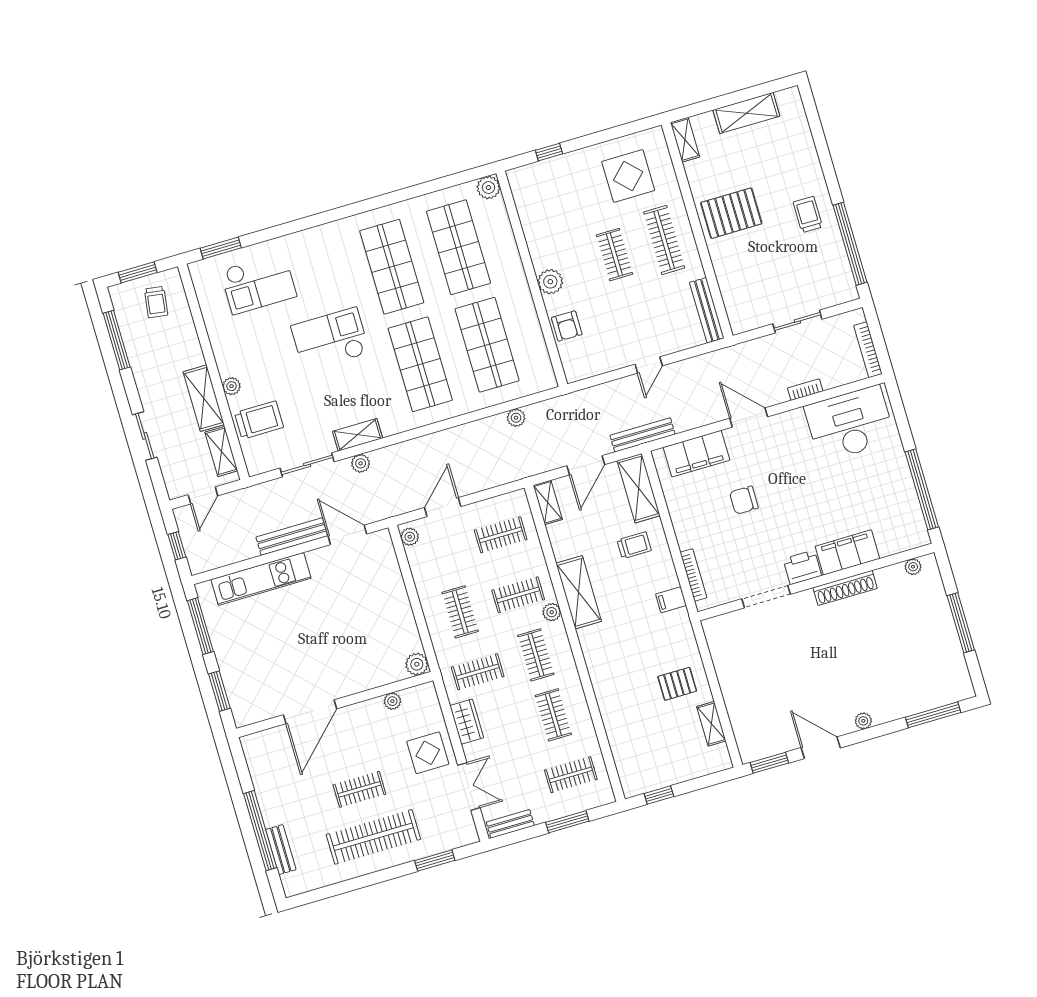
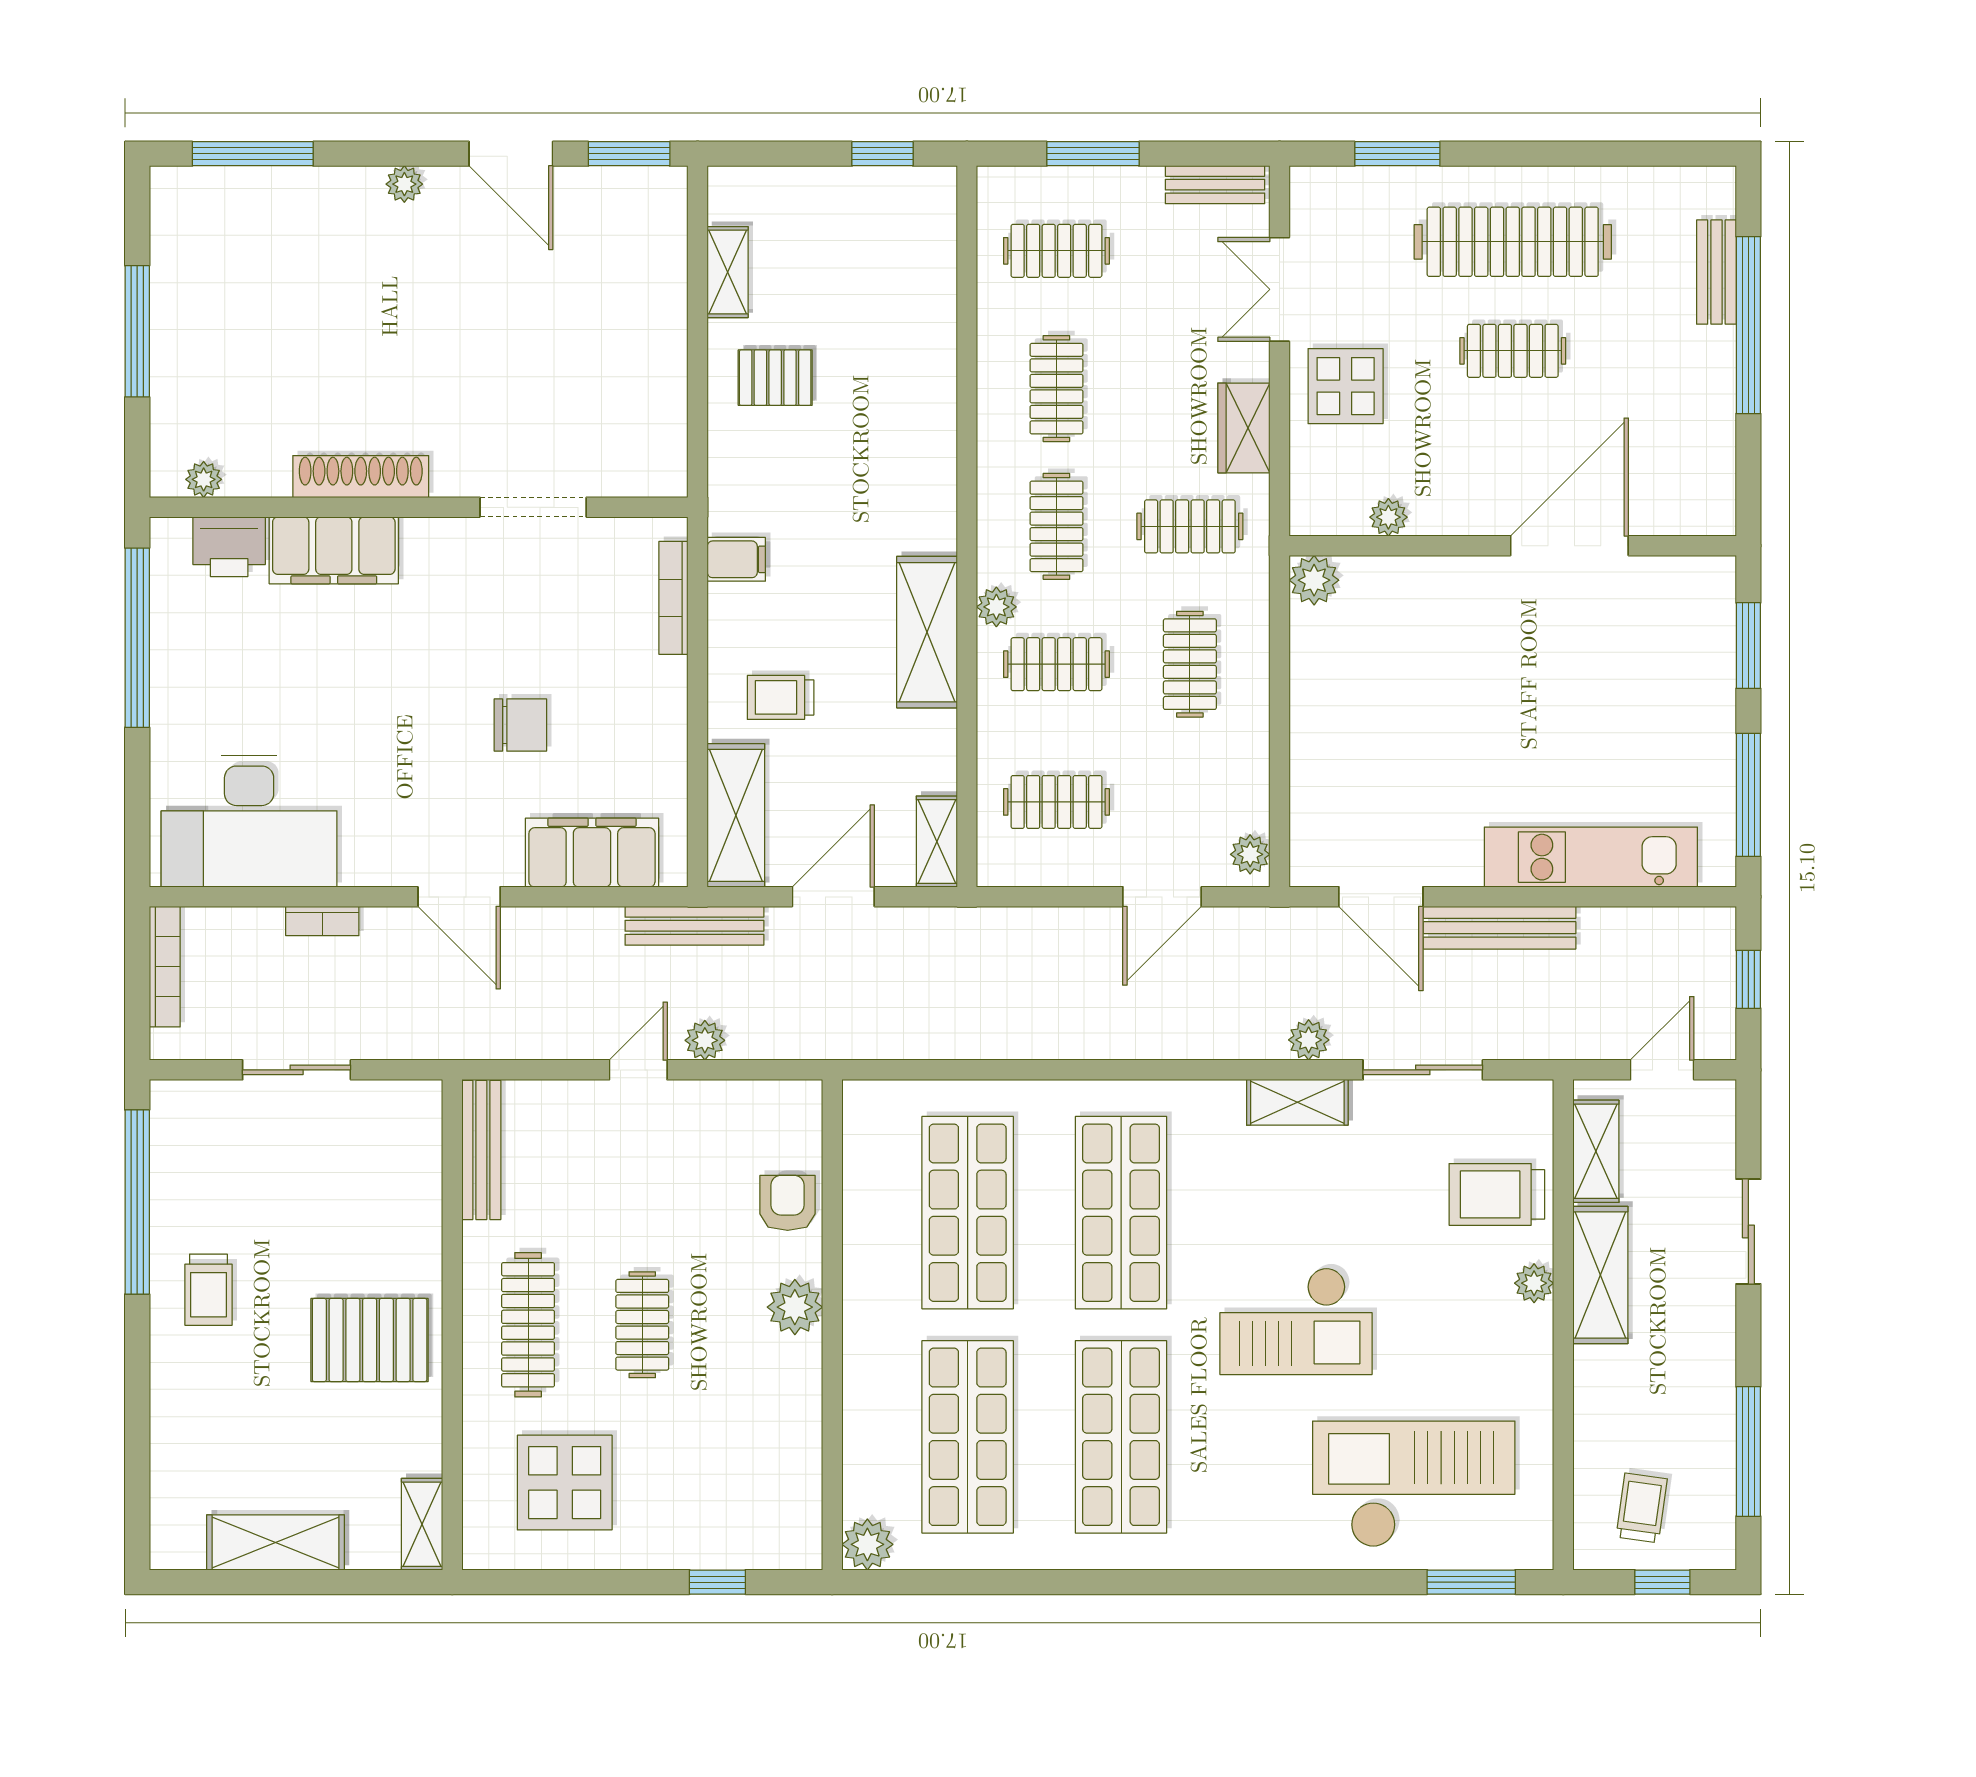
window: (138, 272) -> (1662, 1582), width x0.67
checkout: (258, 283) -> (1414, 1484), width x1.36, depth x1.21
plant: (516, 418) -> (705, 1040), moved
printer: (802, 567) -> (229, 547), moved

